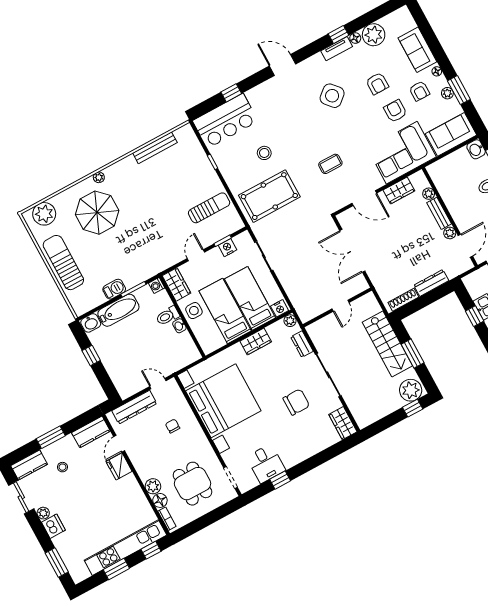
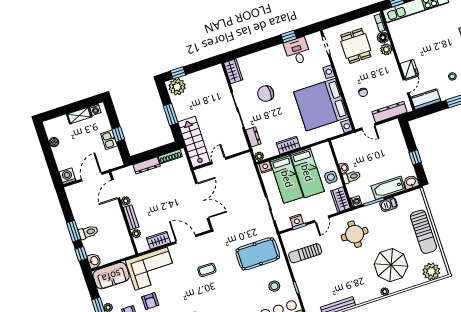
stool: (264, 153) -> (274, 286), moved
round table: (150, 244) -> (355, 234), added
stairs: (387, 344) -> (194, 142), moved

